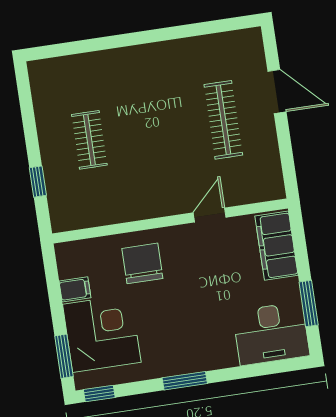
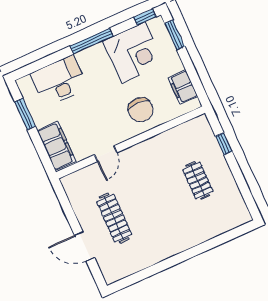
filing cabinet: (75, 289) -> (183, 87), width x2.00
corner desk: (102, 333) -> (134, 52), moved, turned -90
desk: (271, 333) -> (59, 81), moved
window: (185, 381) -> (92, 41), width x1.44

